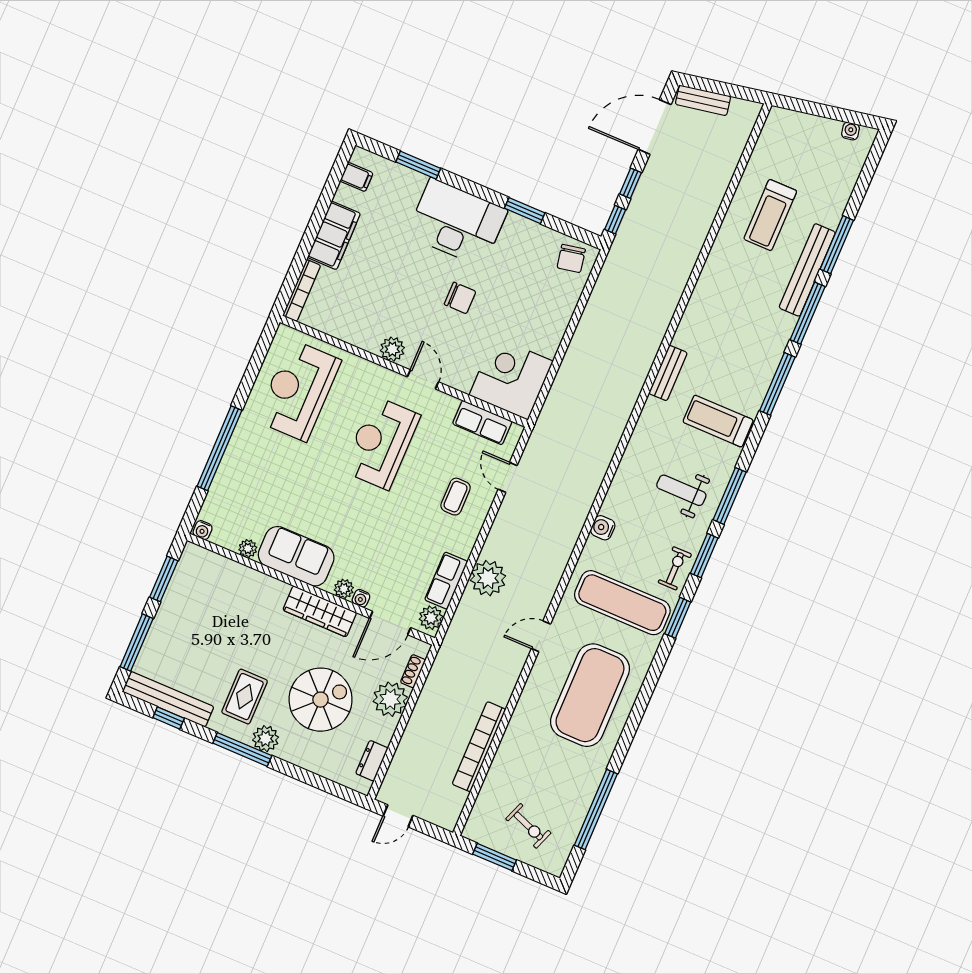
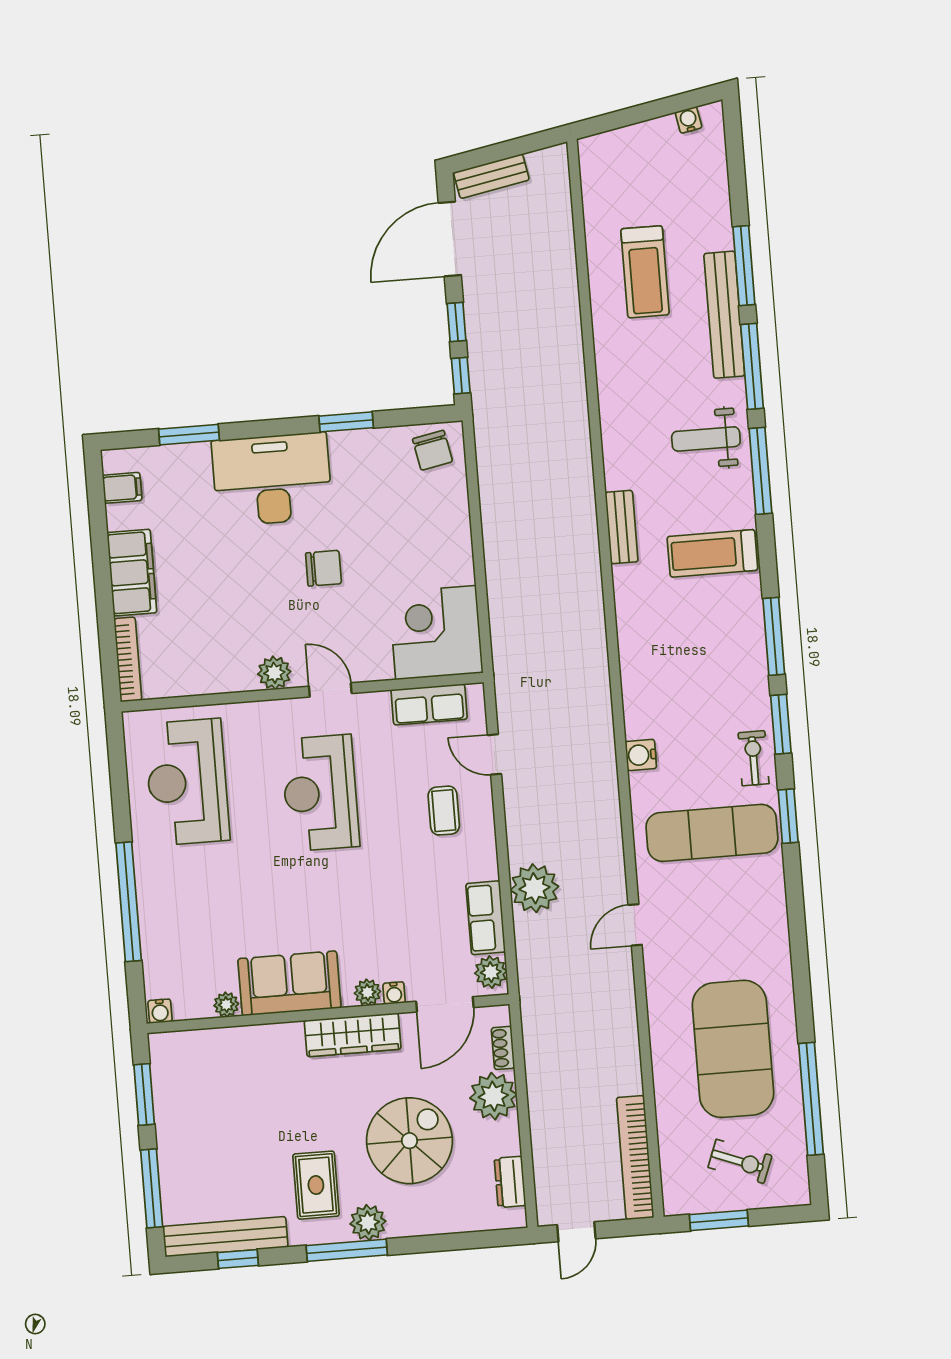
weight bench: (681, 490) -> (706, 439), moved
exercise mat: (590, 695) -> (733, 1049), moved
bookcase: (479, 747) -> (635, 1158), moved

